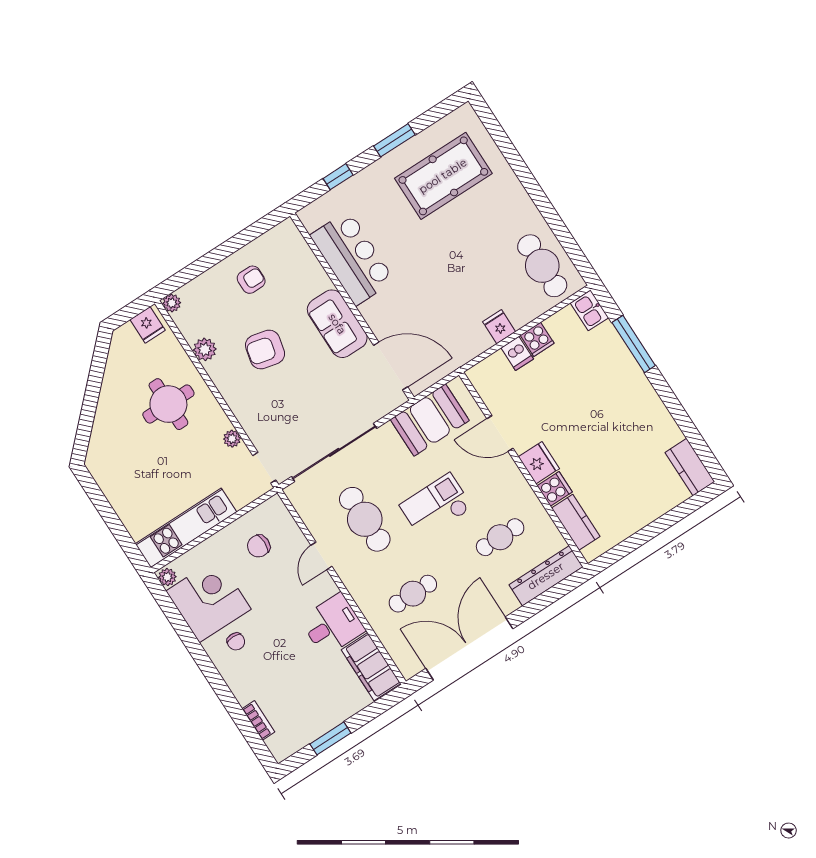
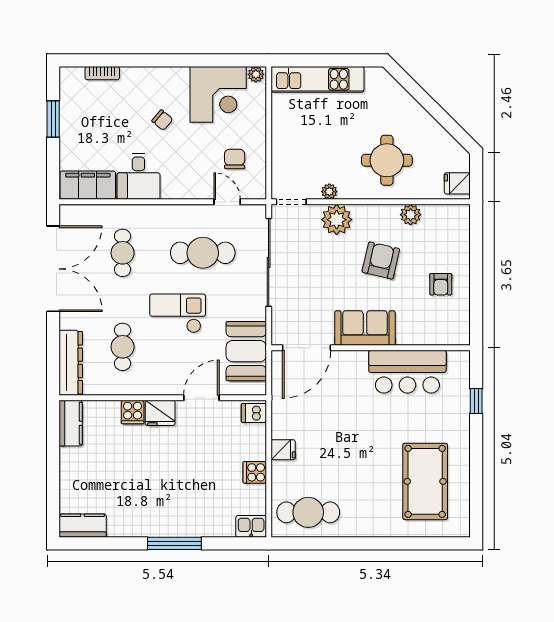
window: (394, 140) -> (476, 462), removed
plant: (172, 303) -> (337, 220), moved, width x1.87, depth x1.87
window: (634, 344) -> (174, 543), moved
dishwasher: (517, 353) -> (254, 413), moved
checkout: (436, 506) -> (178, 313), turned -90
kitchen counter: (576, 522) -> (71, 423), moved, turned -90
kitchen unit: (186, 528) -> (317, 79), moved, turned 90
door: (321, 556) -> (227, 202), moved
chair: (236, 641) -> (162, 120), moved, turned -140

